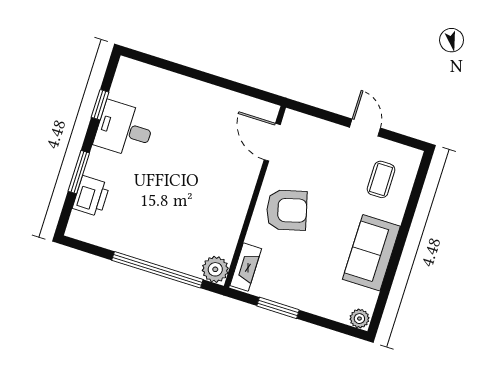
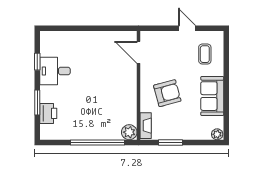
armchair: (287, 210) -> (167, 93), moved

